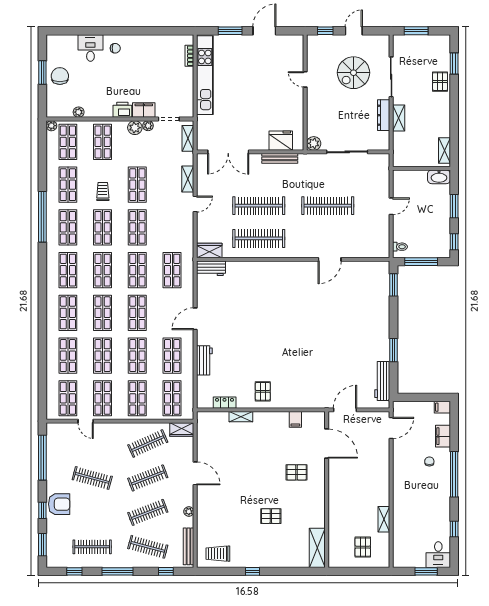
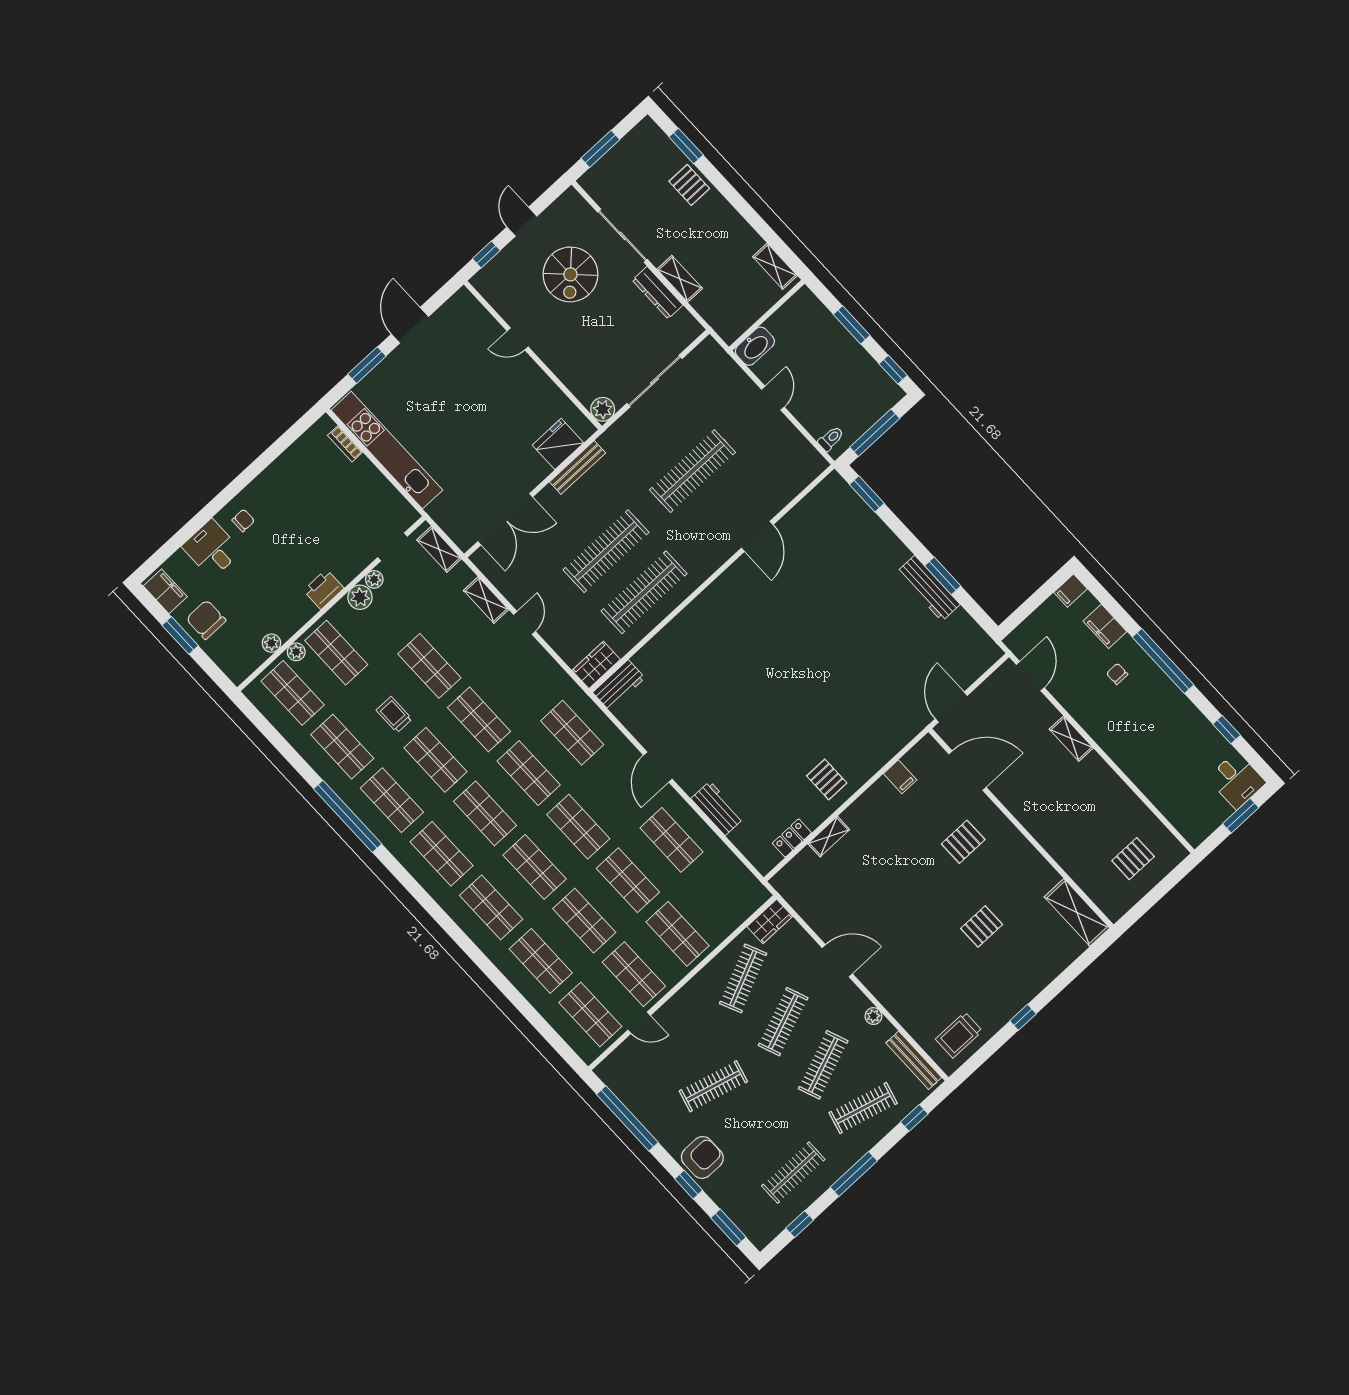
filing cabinet: (144, 110) -> (165, 591), moved, turned 90
plant: (51, 126) -> (296, 652), moved
washbasin: (439, 177) -> (755, 346), moved
workbench: (382, 381) -> (928, 588), moved
shop shelf: (172, 398) -> (721, 893), removed
shelving: (384, 519) -> (1071, 739), moved
pallet: (363, 547) -> (1133, 859), turned 90

